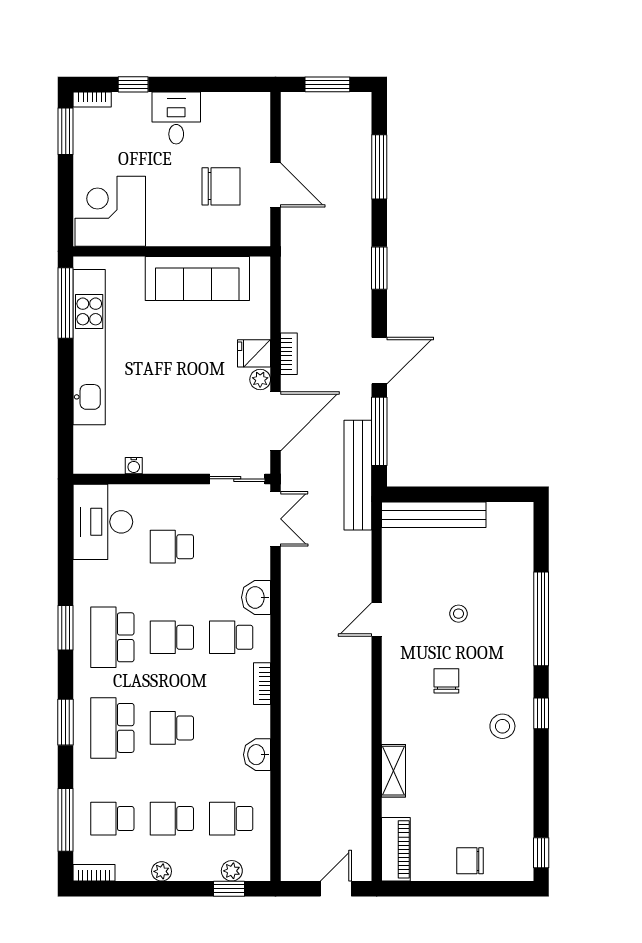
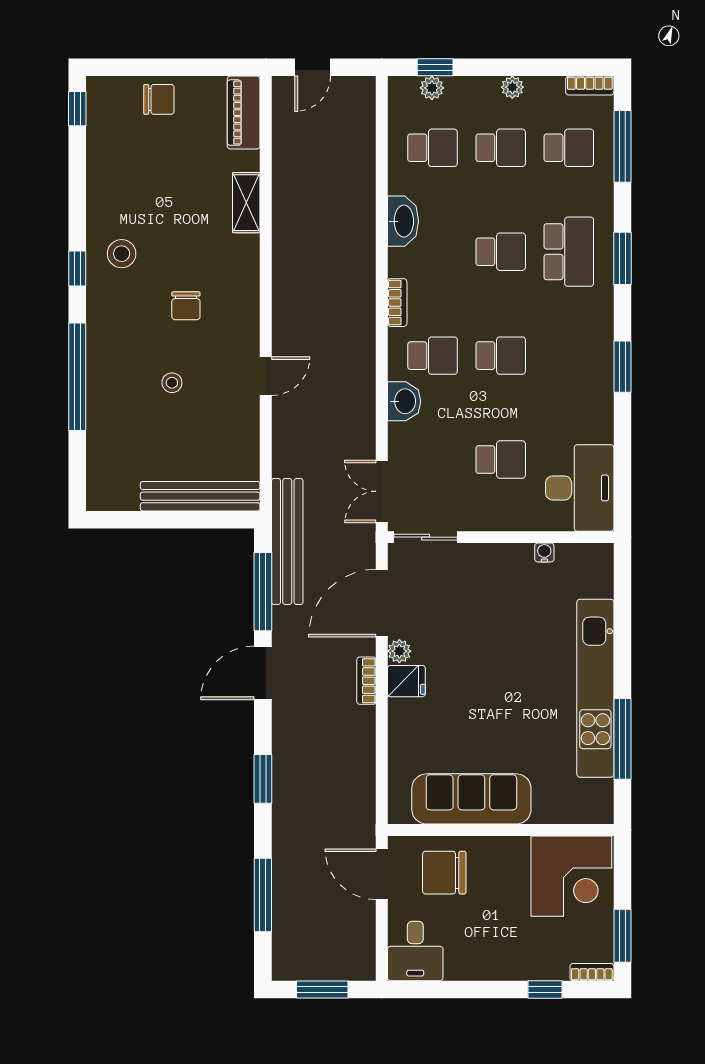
desk: (176, 118) -> (415, 951), moved
corner desk: (110, 211) -> (571, 876), moved
wall: (172, 251) -> (501, 830), moved
sofa: (197, 278) -> (471, 799), moved
school desk: (112, 637) -> (569, 356), removed
washbasin: (257, 755) -> (403, 221), width x1.38

